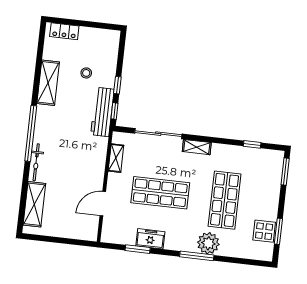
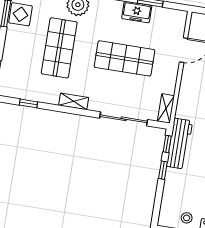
stool: (86, 73) -> (187, 218), moved
shelving: (197, 147) -> (74, 101), moved
shelving: (116, 158) -> (166, 108), moved

